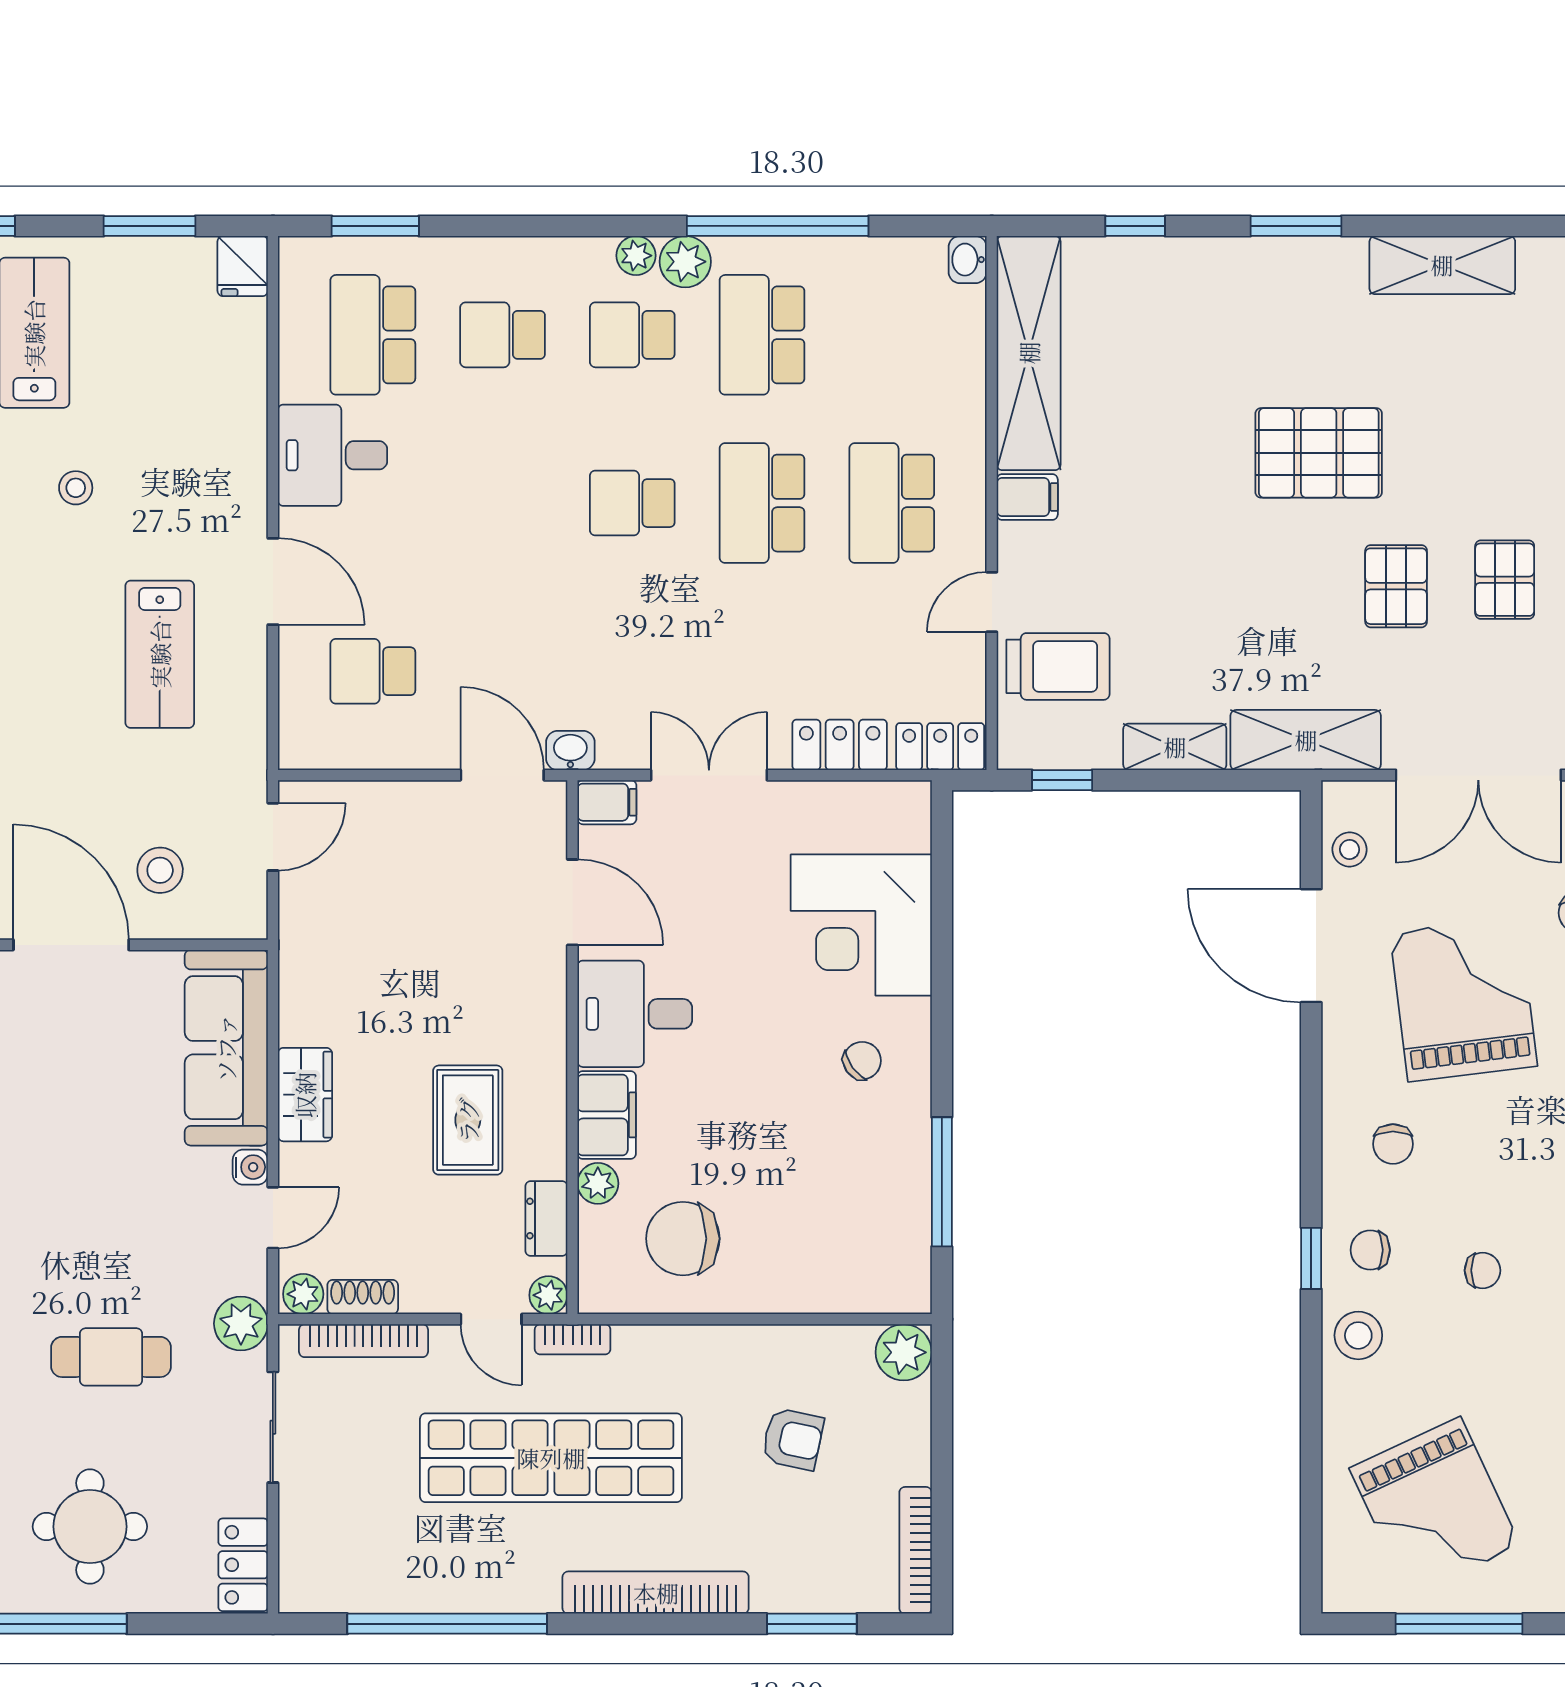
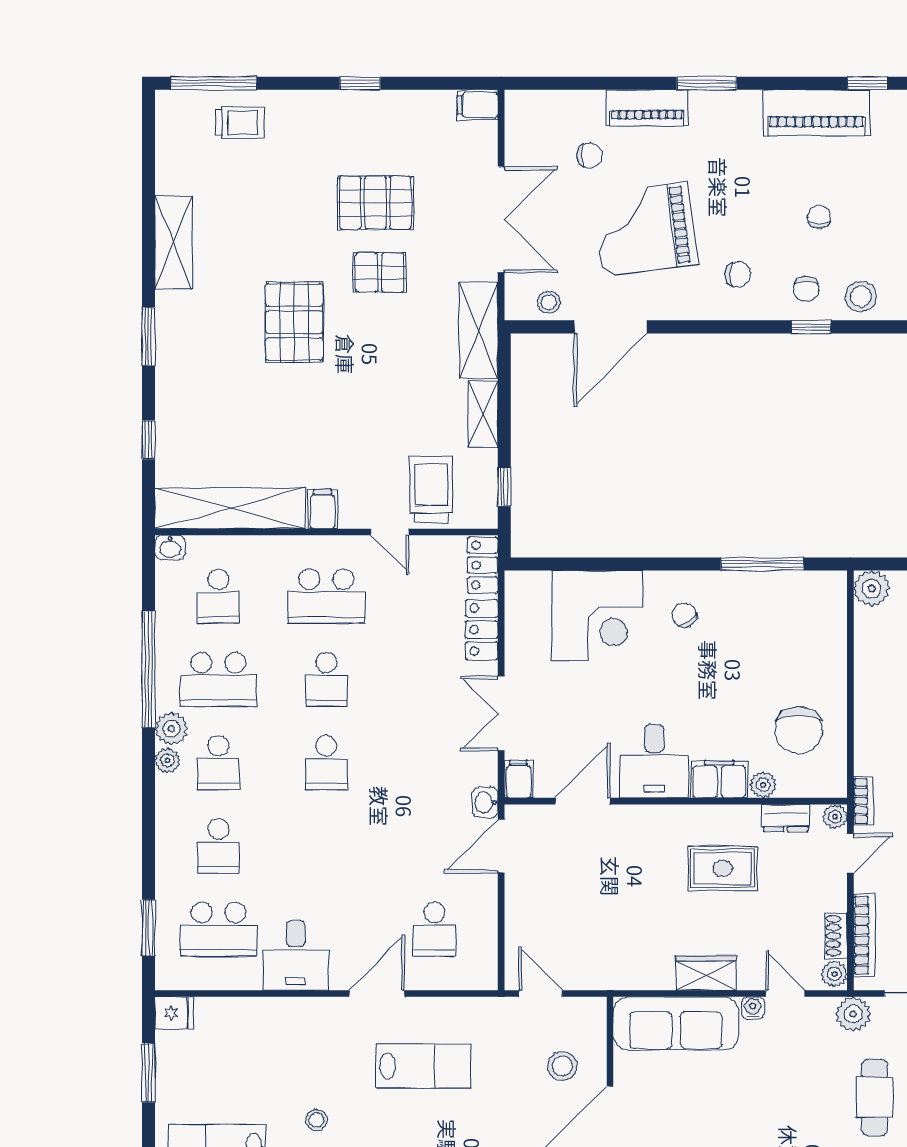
school desk: (892, 335) -> (218, 596), added
school desk: (762, 503) -> (326, 679), width x0.54
pallet: (1505, 580) -> (376, 203), width x1.50, depth x1.42

